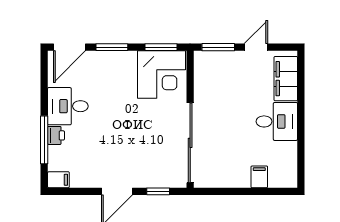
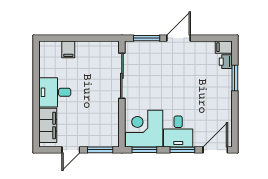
desk: (68, 106) -> (178, 131), moved, turned 90
printer: (56, 135) -> (226, 62), moved
window: (44, 140) -> (235, 78), width x0.69
sliding door: (190, 143) -> (122, 76), width x0.73
window: (158, 191) -> (147, 38), width x1.50

